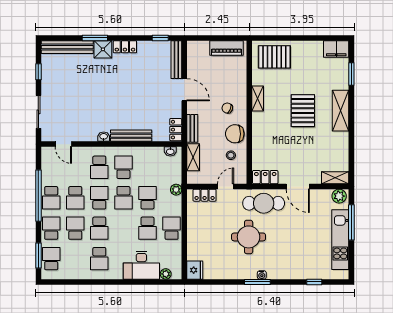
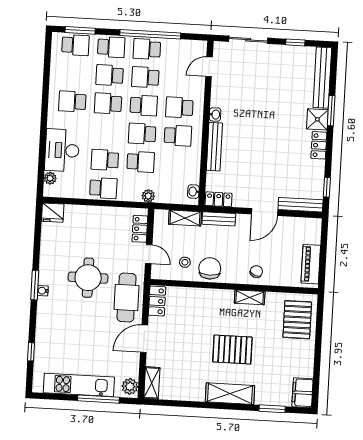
chair: (227, 108) -> (256, 272), moved
school desk: (75, 228) -> (110, 75), turned 180

